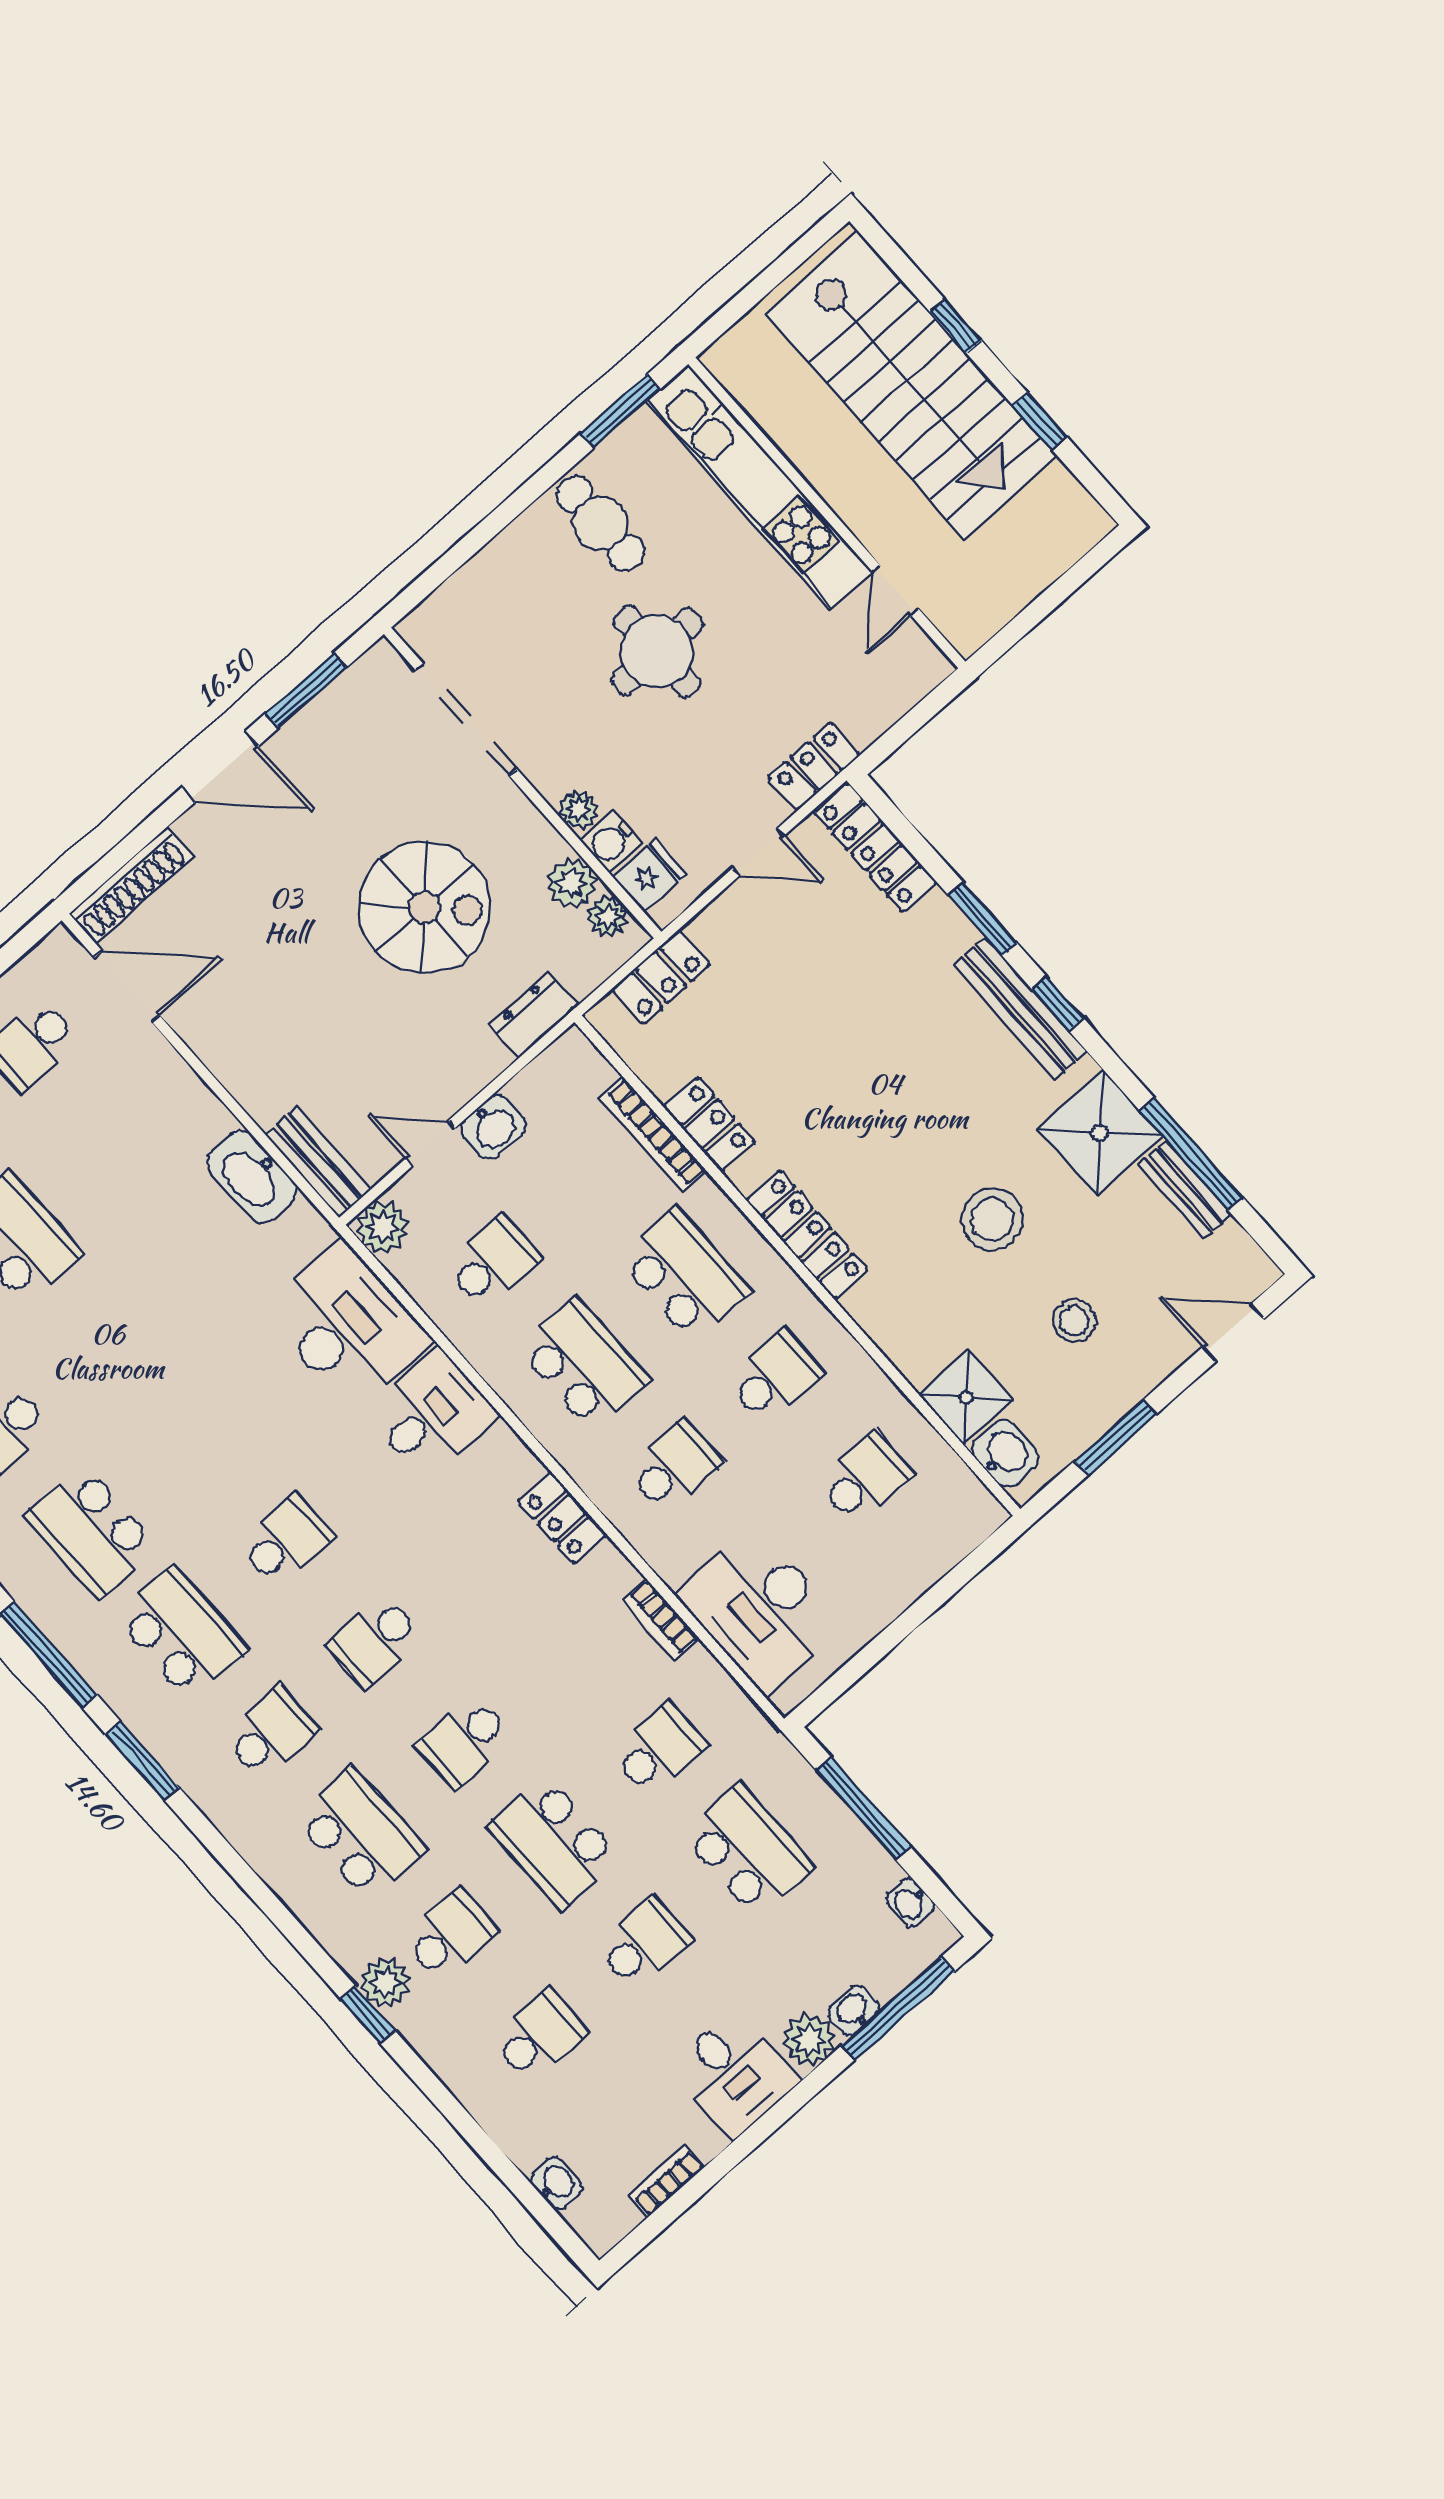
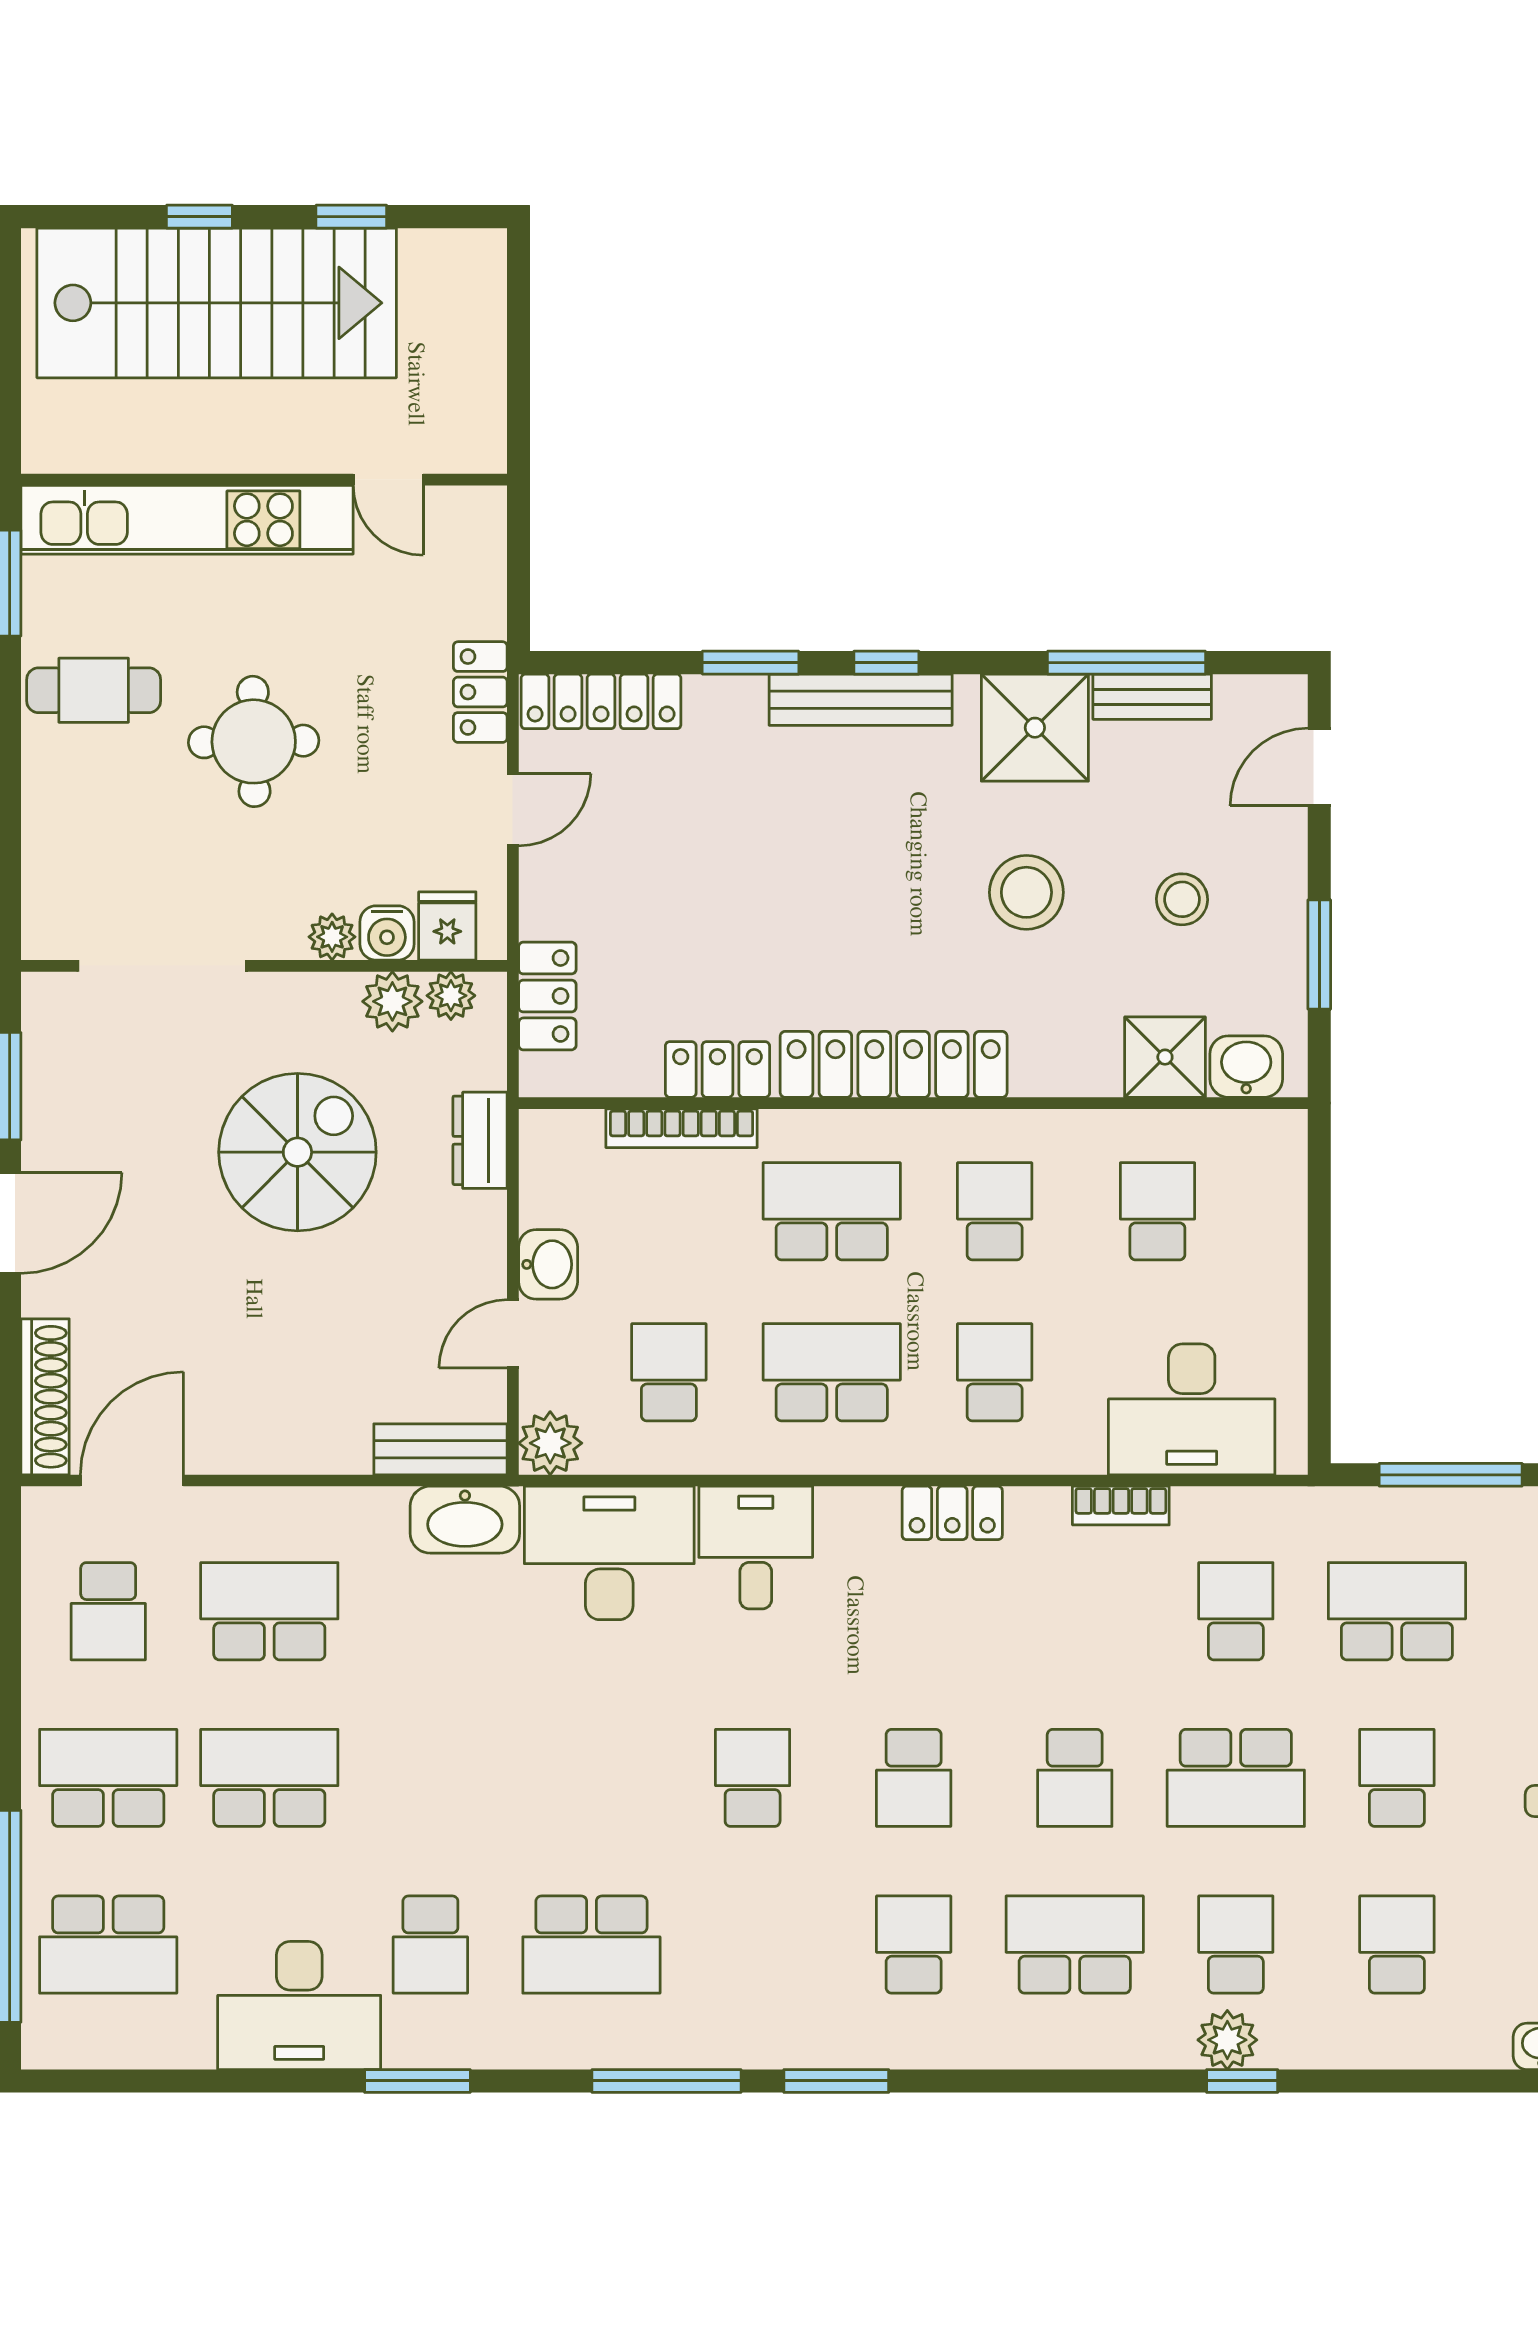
washbasin: (252, 1177) -> (465, 1520), moved
locker: (807, 1235) -> (894, 1064), width x1.41, depth x1.21
school desk: (181, 1633) -> (269, 1611), moved

